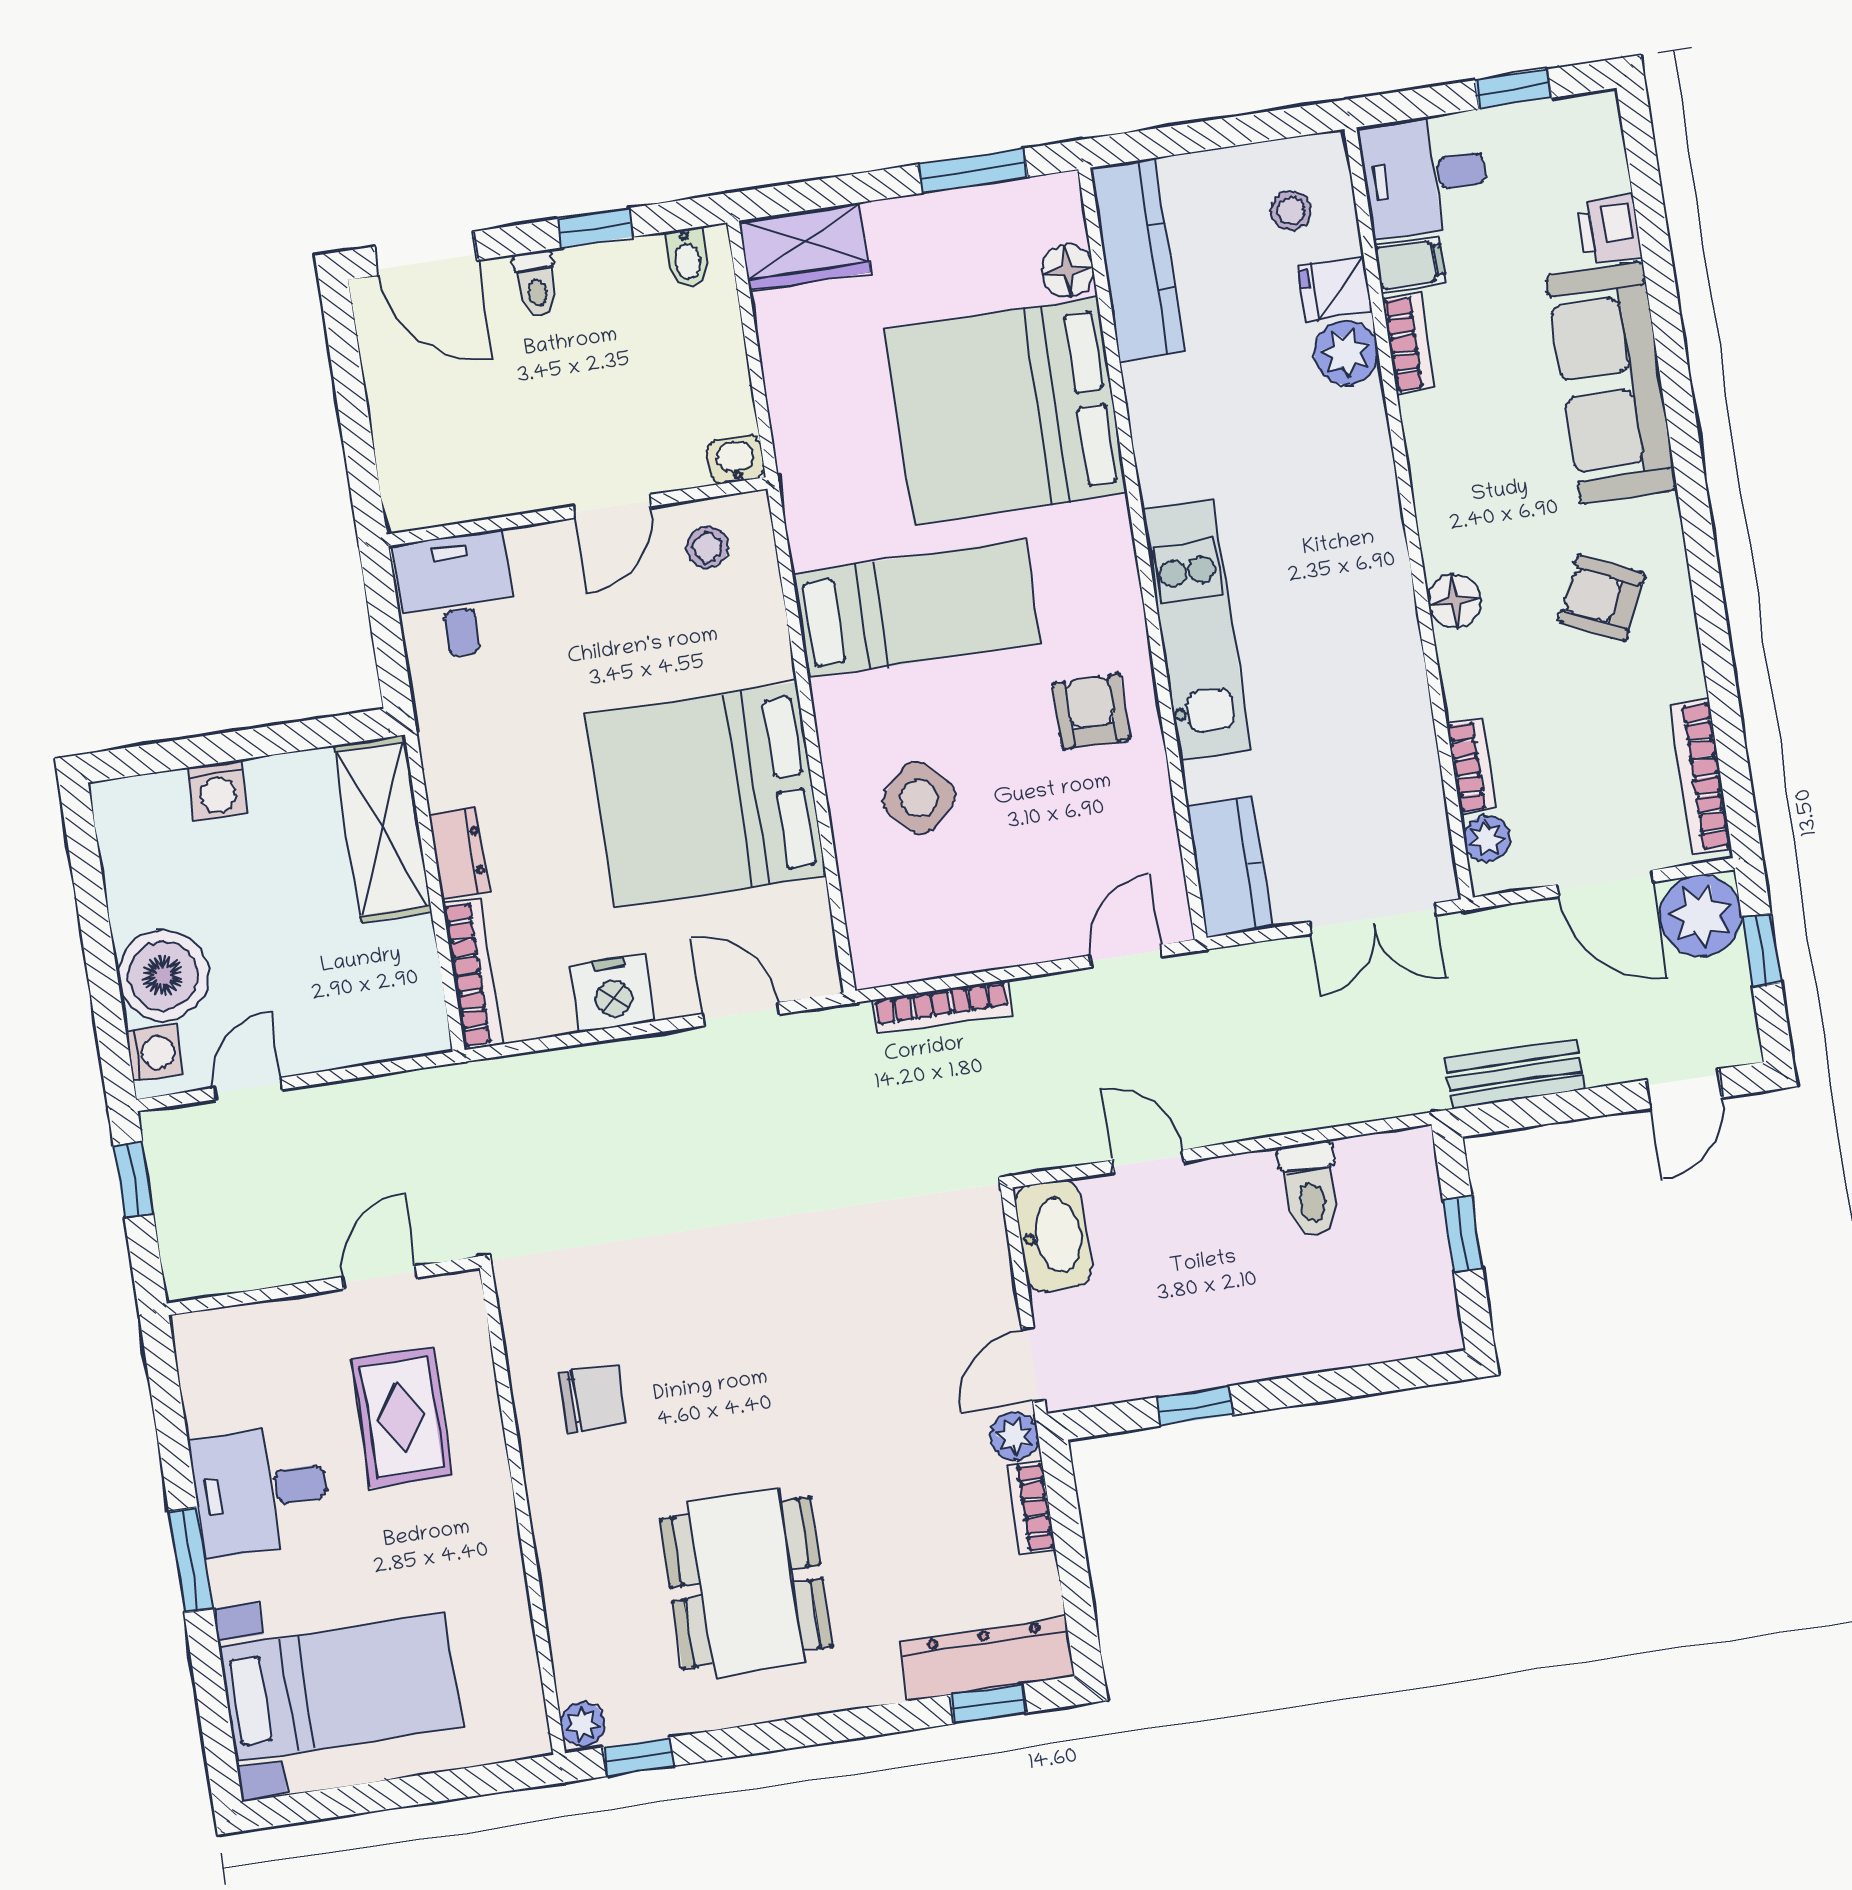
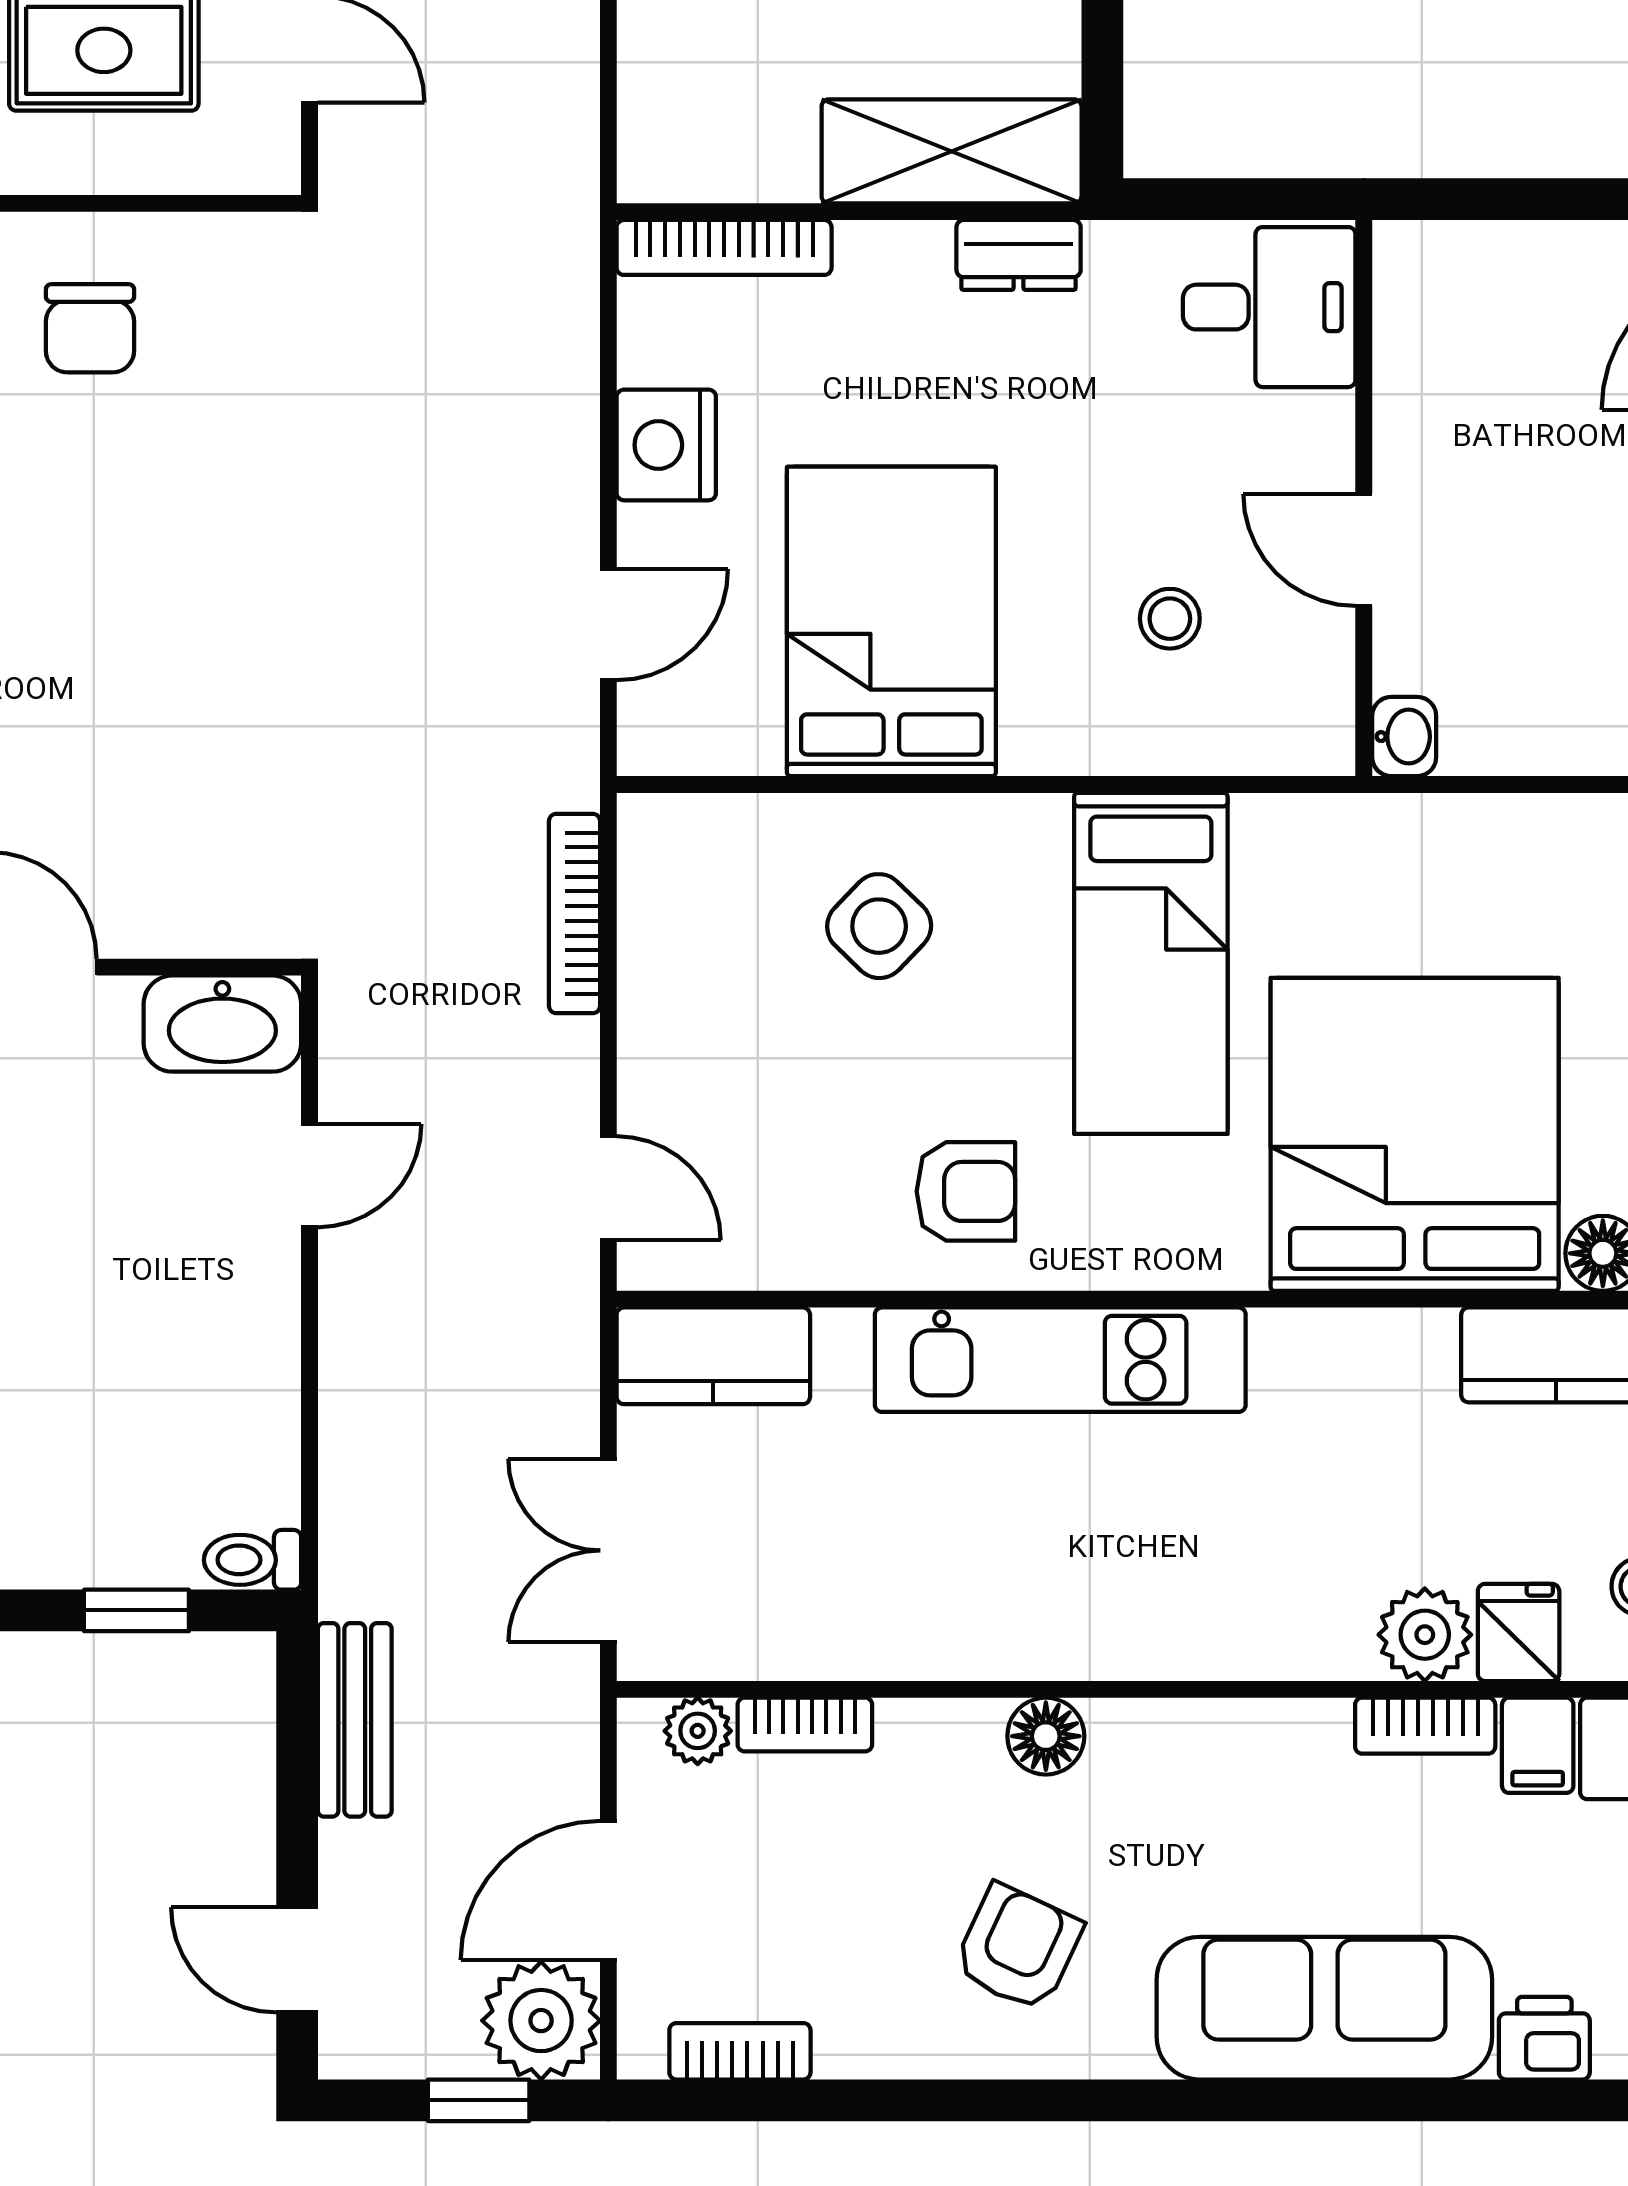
stool: (707, 547) -> (1170, 619), moved
bookcase: (1701, 777) -> (740, 2051), width x0.64
bed: (706, 795) -> (891, 621), width x0.73
dresser: (459, 853) -> (1019, 255), moved
toilet: (1311, 1189) -> (253, 1560), moved, width x0.73, depth x0.72

